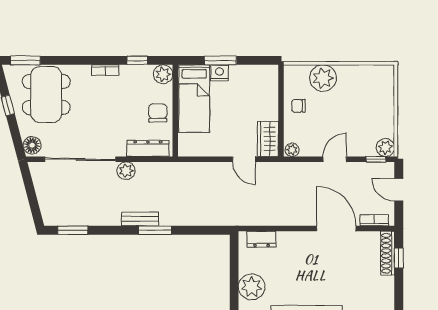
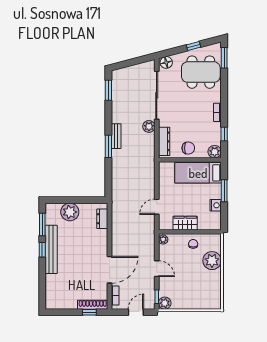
nightstand: (219, 73) -> (216, 205), moved
wardrobe: (268, 139) -> (185, 223), moved

